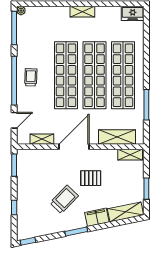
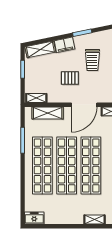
shelving: (82, 12) -> (95, 220), moved
trolley: (64, 199) -> (92, 60), turned -44

